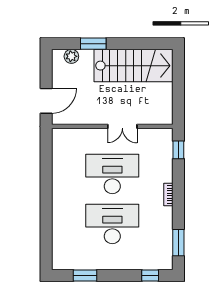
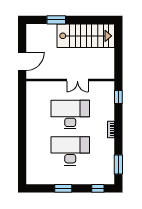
plant: (71, 56) -> (41, 29), removed
window: (85, 275) -> (63, 188), moved

